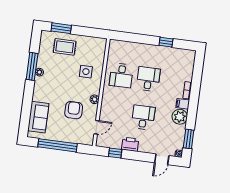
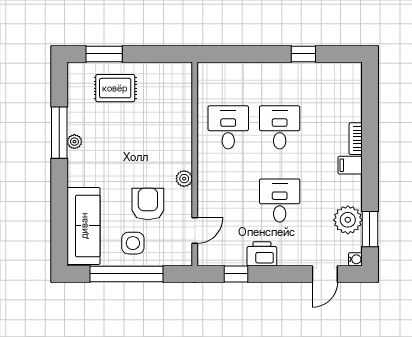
side table: (86, 72) -> (133, 243), moved
desk: (121, 75) -> (228, 127), turned 180
sofa: (38, 117) -> (84, 226), width x1.36
plant: (180, 117) -> (348, 220), moved

